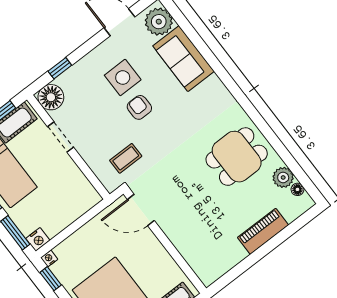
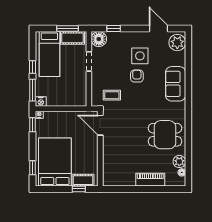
sofa: (184, 59) -> (176, 84), moved

